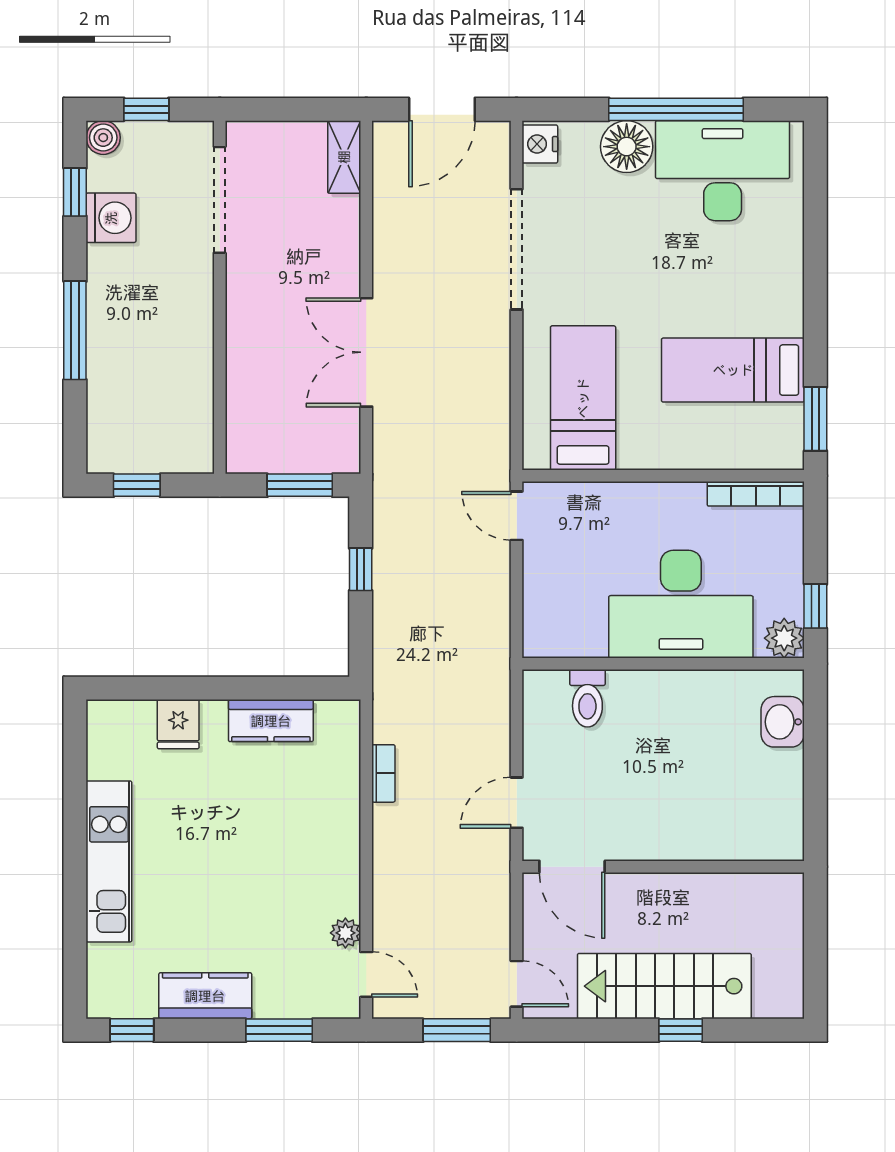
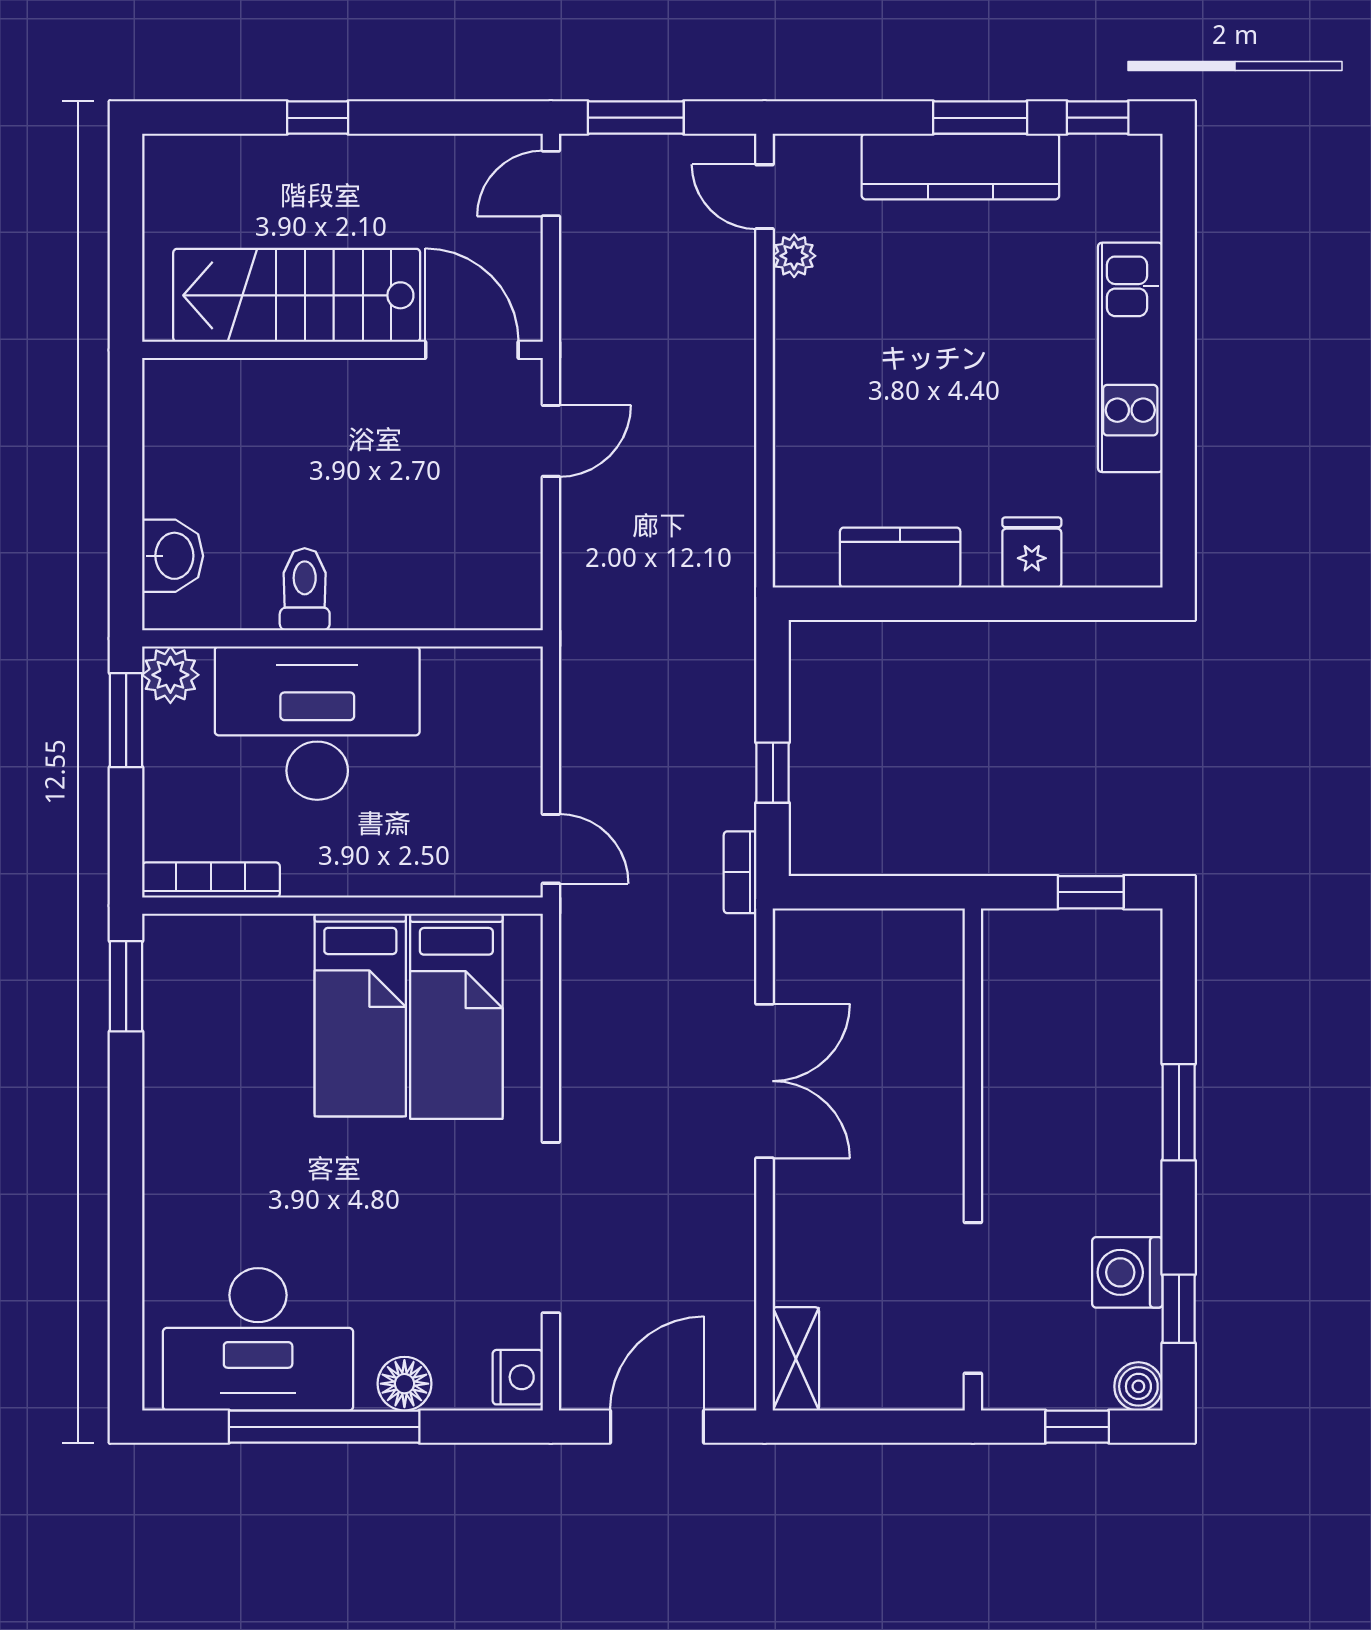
floor lamp: (627, 147) -> (404, 1384), width x0.73, depth x0.73
window: (75, 330) -> (1179, 1112), width x0.69
bed: (733, 370) -> (360, 1015), moved, turned 90
window: (300, 485) -> (859, 892), removed
window: (815, 606) -> (126, 720), width x1.50
toilet: (587, 698) -> (305, 589), moved
bookcase: (383, 773) -> (740, 872), moved
door: (517, 984) -> (551, 183), hinge flipped
stairs: (664, 986) -> (297, 295), moved, turned 180
kitchen counter: (205, 996) -> (960, 166), width x1.50
window: (279, 1030) -> (980, 118), moved

